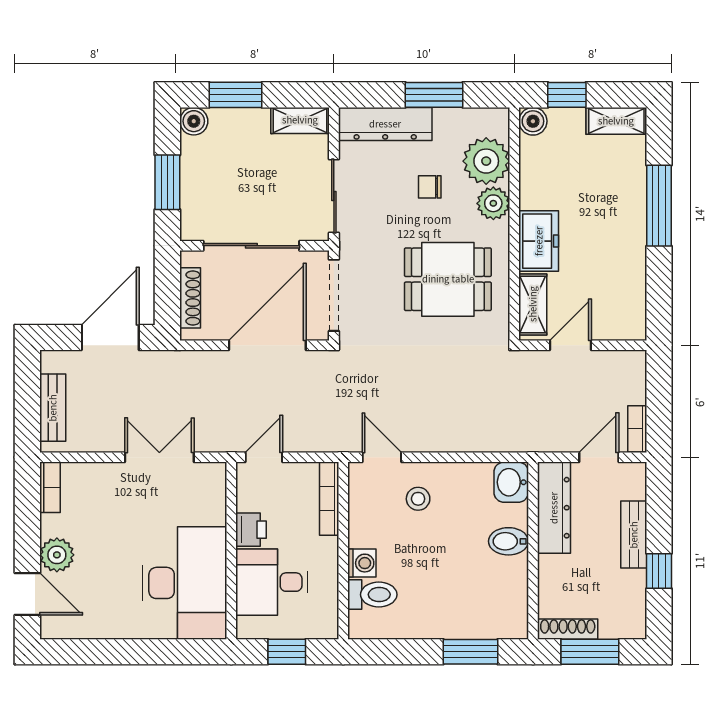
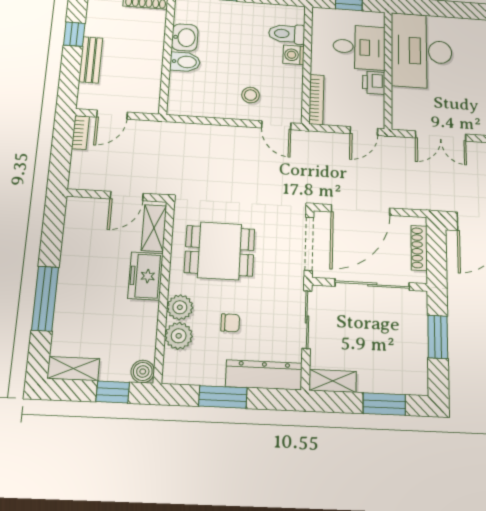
boiler: (194, 121) -> (418, 384), removed
plant: (486, 161) -> (179, 336), width x0.73, depth x0.73
washbasin: (511, 482) -> (185, 37), moved
dresser: (554, 508) -> (149, 82), removed

